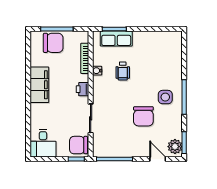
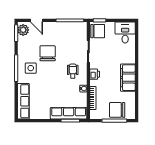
row of seats: (116, 39) -> (69, 113), width x1.48
row of seats: (175, 54) -> (23, 101), added
wheelchair: (123, 71) -> (73, 71), moved

